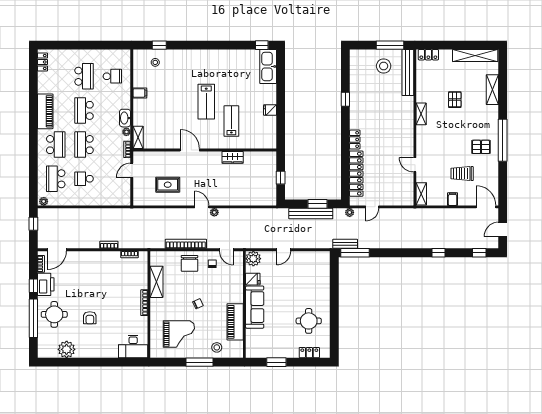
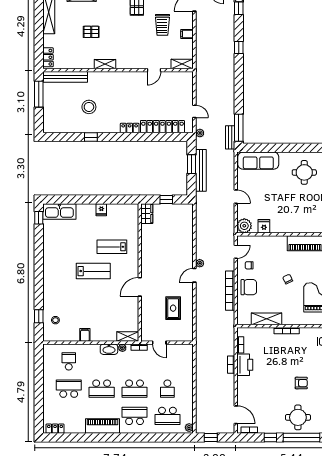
stool: (384, 66) -> (89, 107), moved
wardrobe: (233, 157) -> (147, 214), moved
printer: (46, 284) -> (245, 365), moved, turned 90
sofa: (255, 307) -> (258, 161), moved, turned 180

